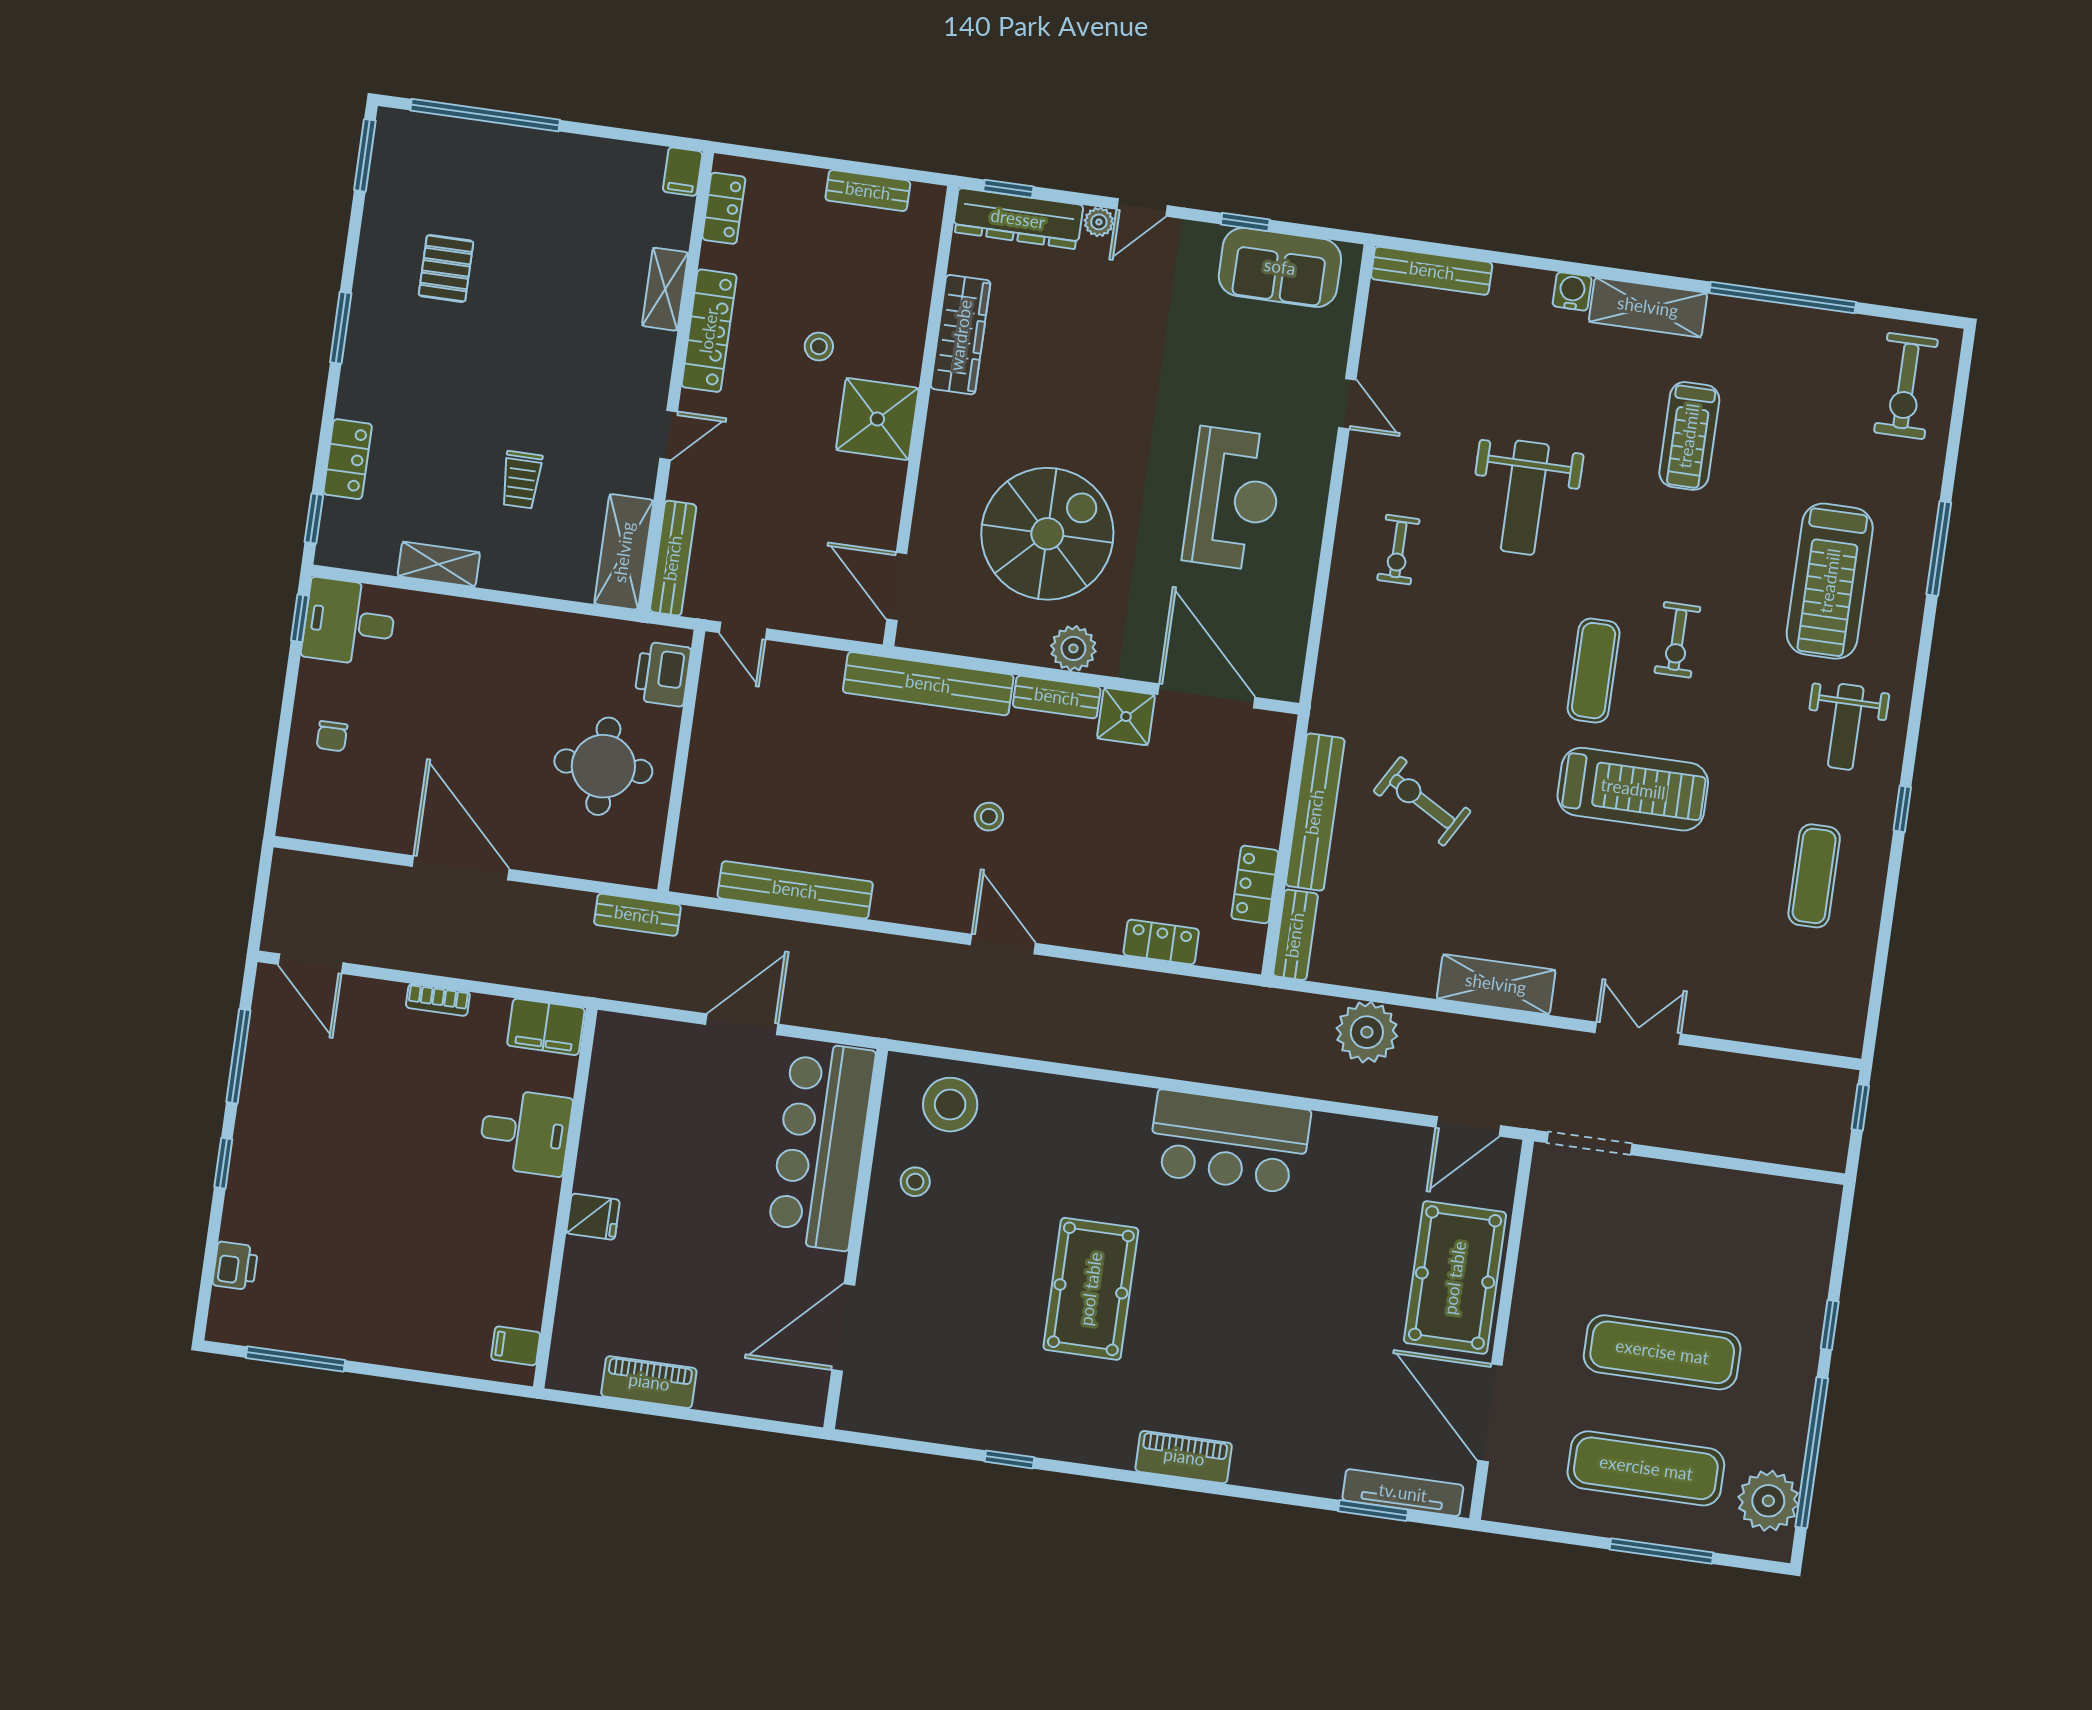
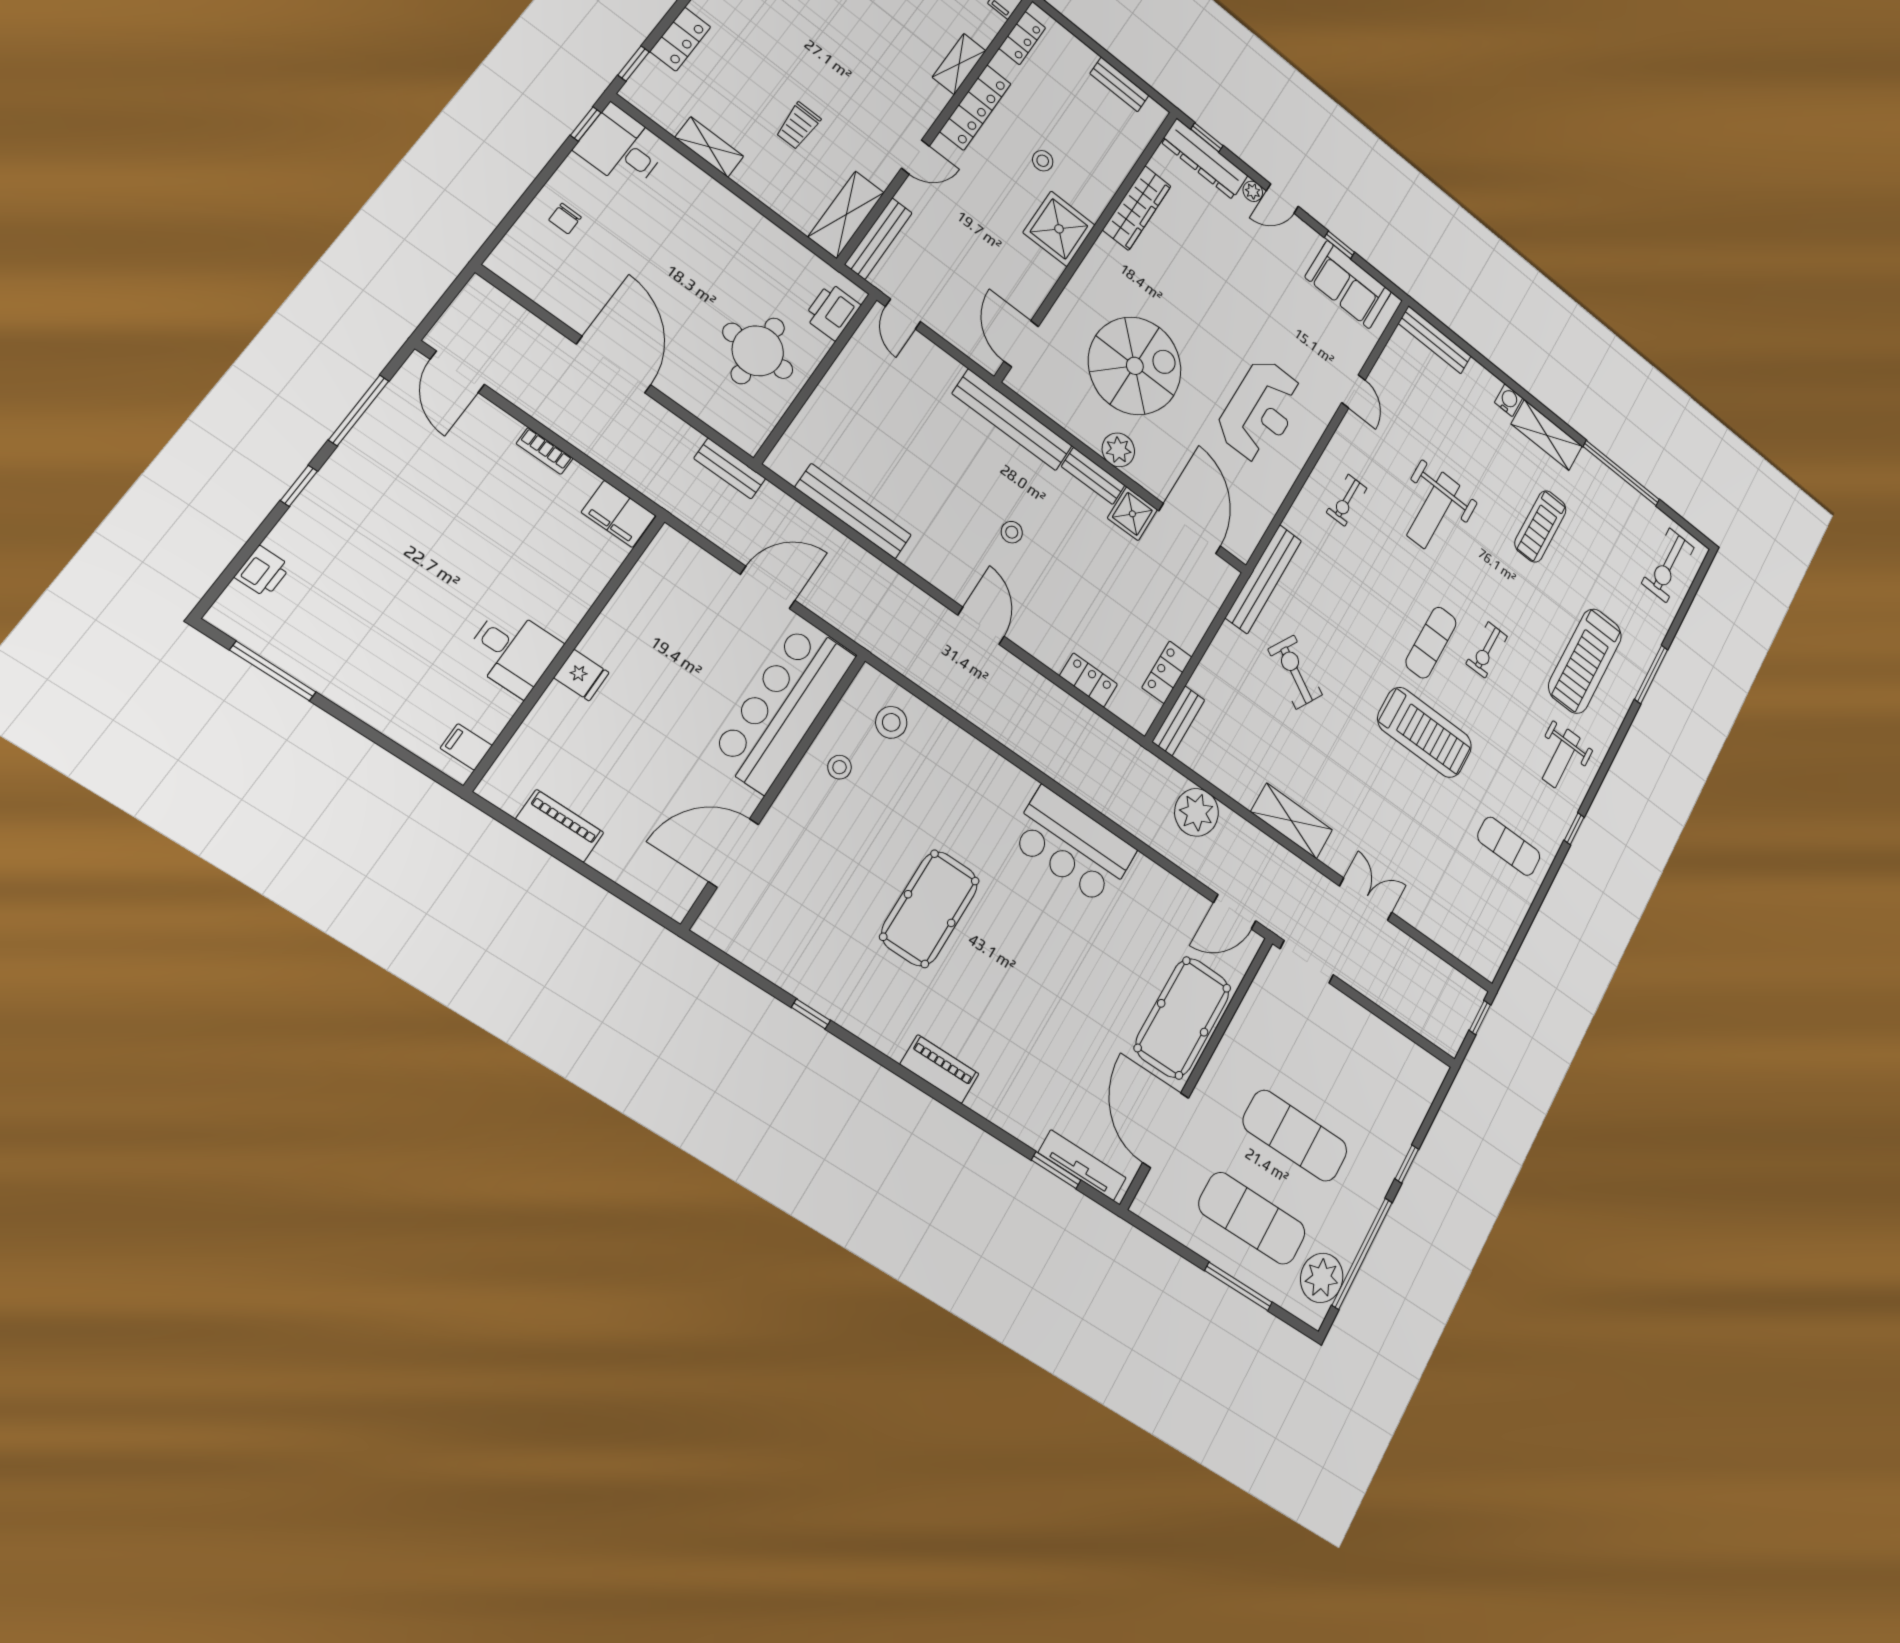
bench: (1315, 812) -> (1263, 579), moved
exercise mat: (1814, 876) -> (1509, 846), turned 90
stool: (950, 1105) -> (891, 722), width x0.73, depth x0.73
desk: (525, 1132) -> (513, 651), moved

